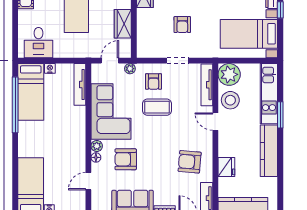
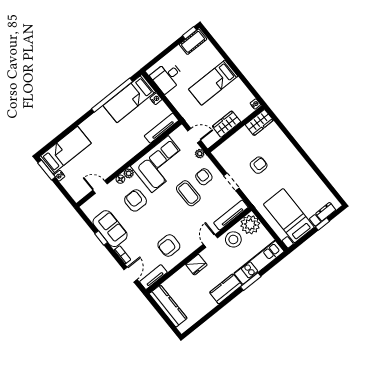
armchair: (182, 25) -> (259, 165), turned 180
armchair: (154, 82) -> (204, 177), turned 90
kitchen counter: (269, 151) -> (226, 289), width x0.67
armchair: (190, 162) -> (169, 245), turned -95
fridge: (226, 167) -> (196, 265), moved

